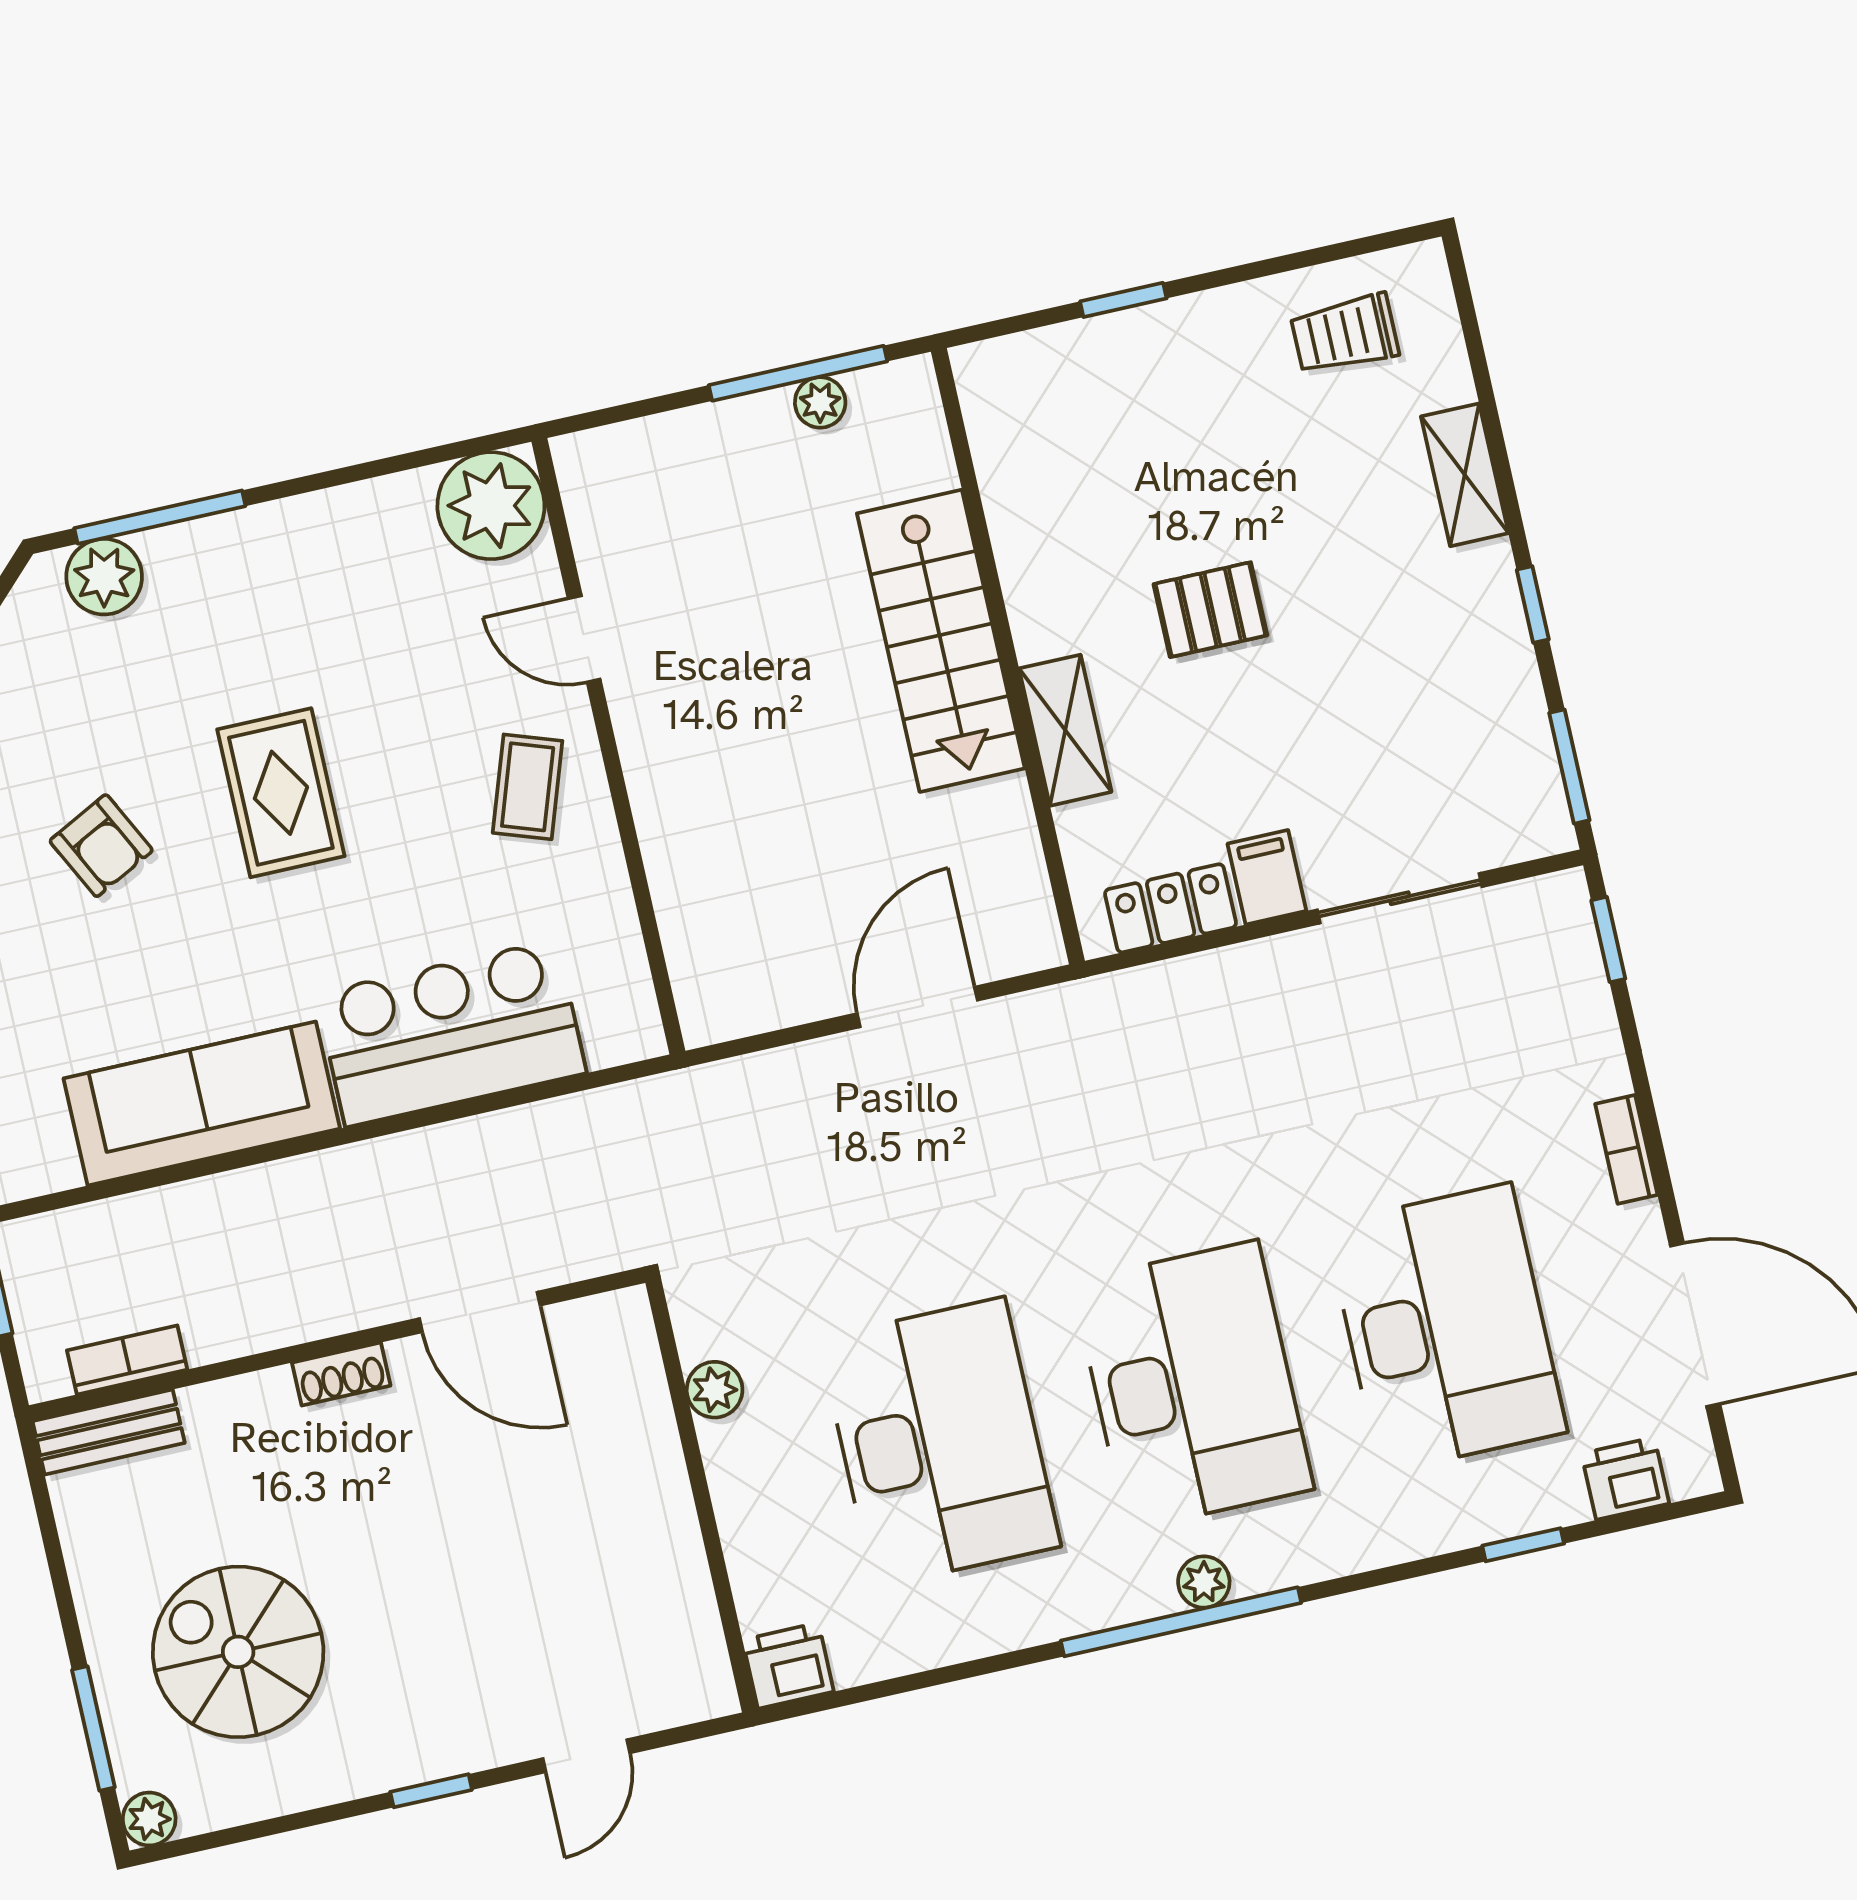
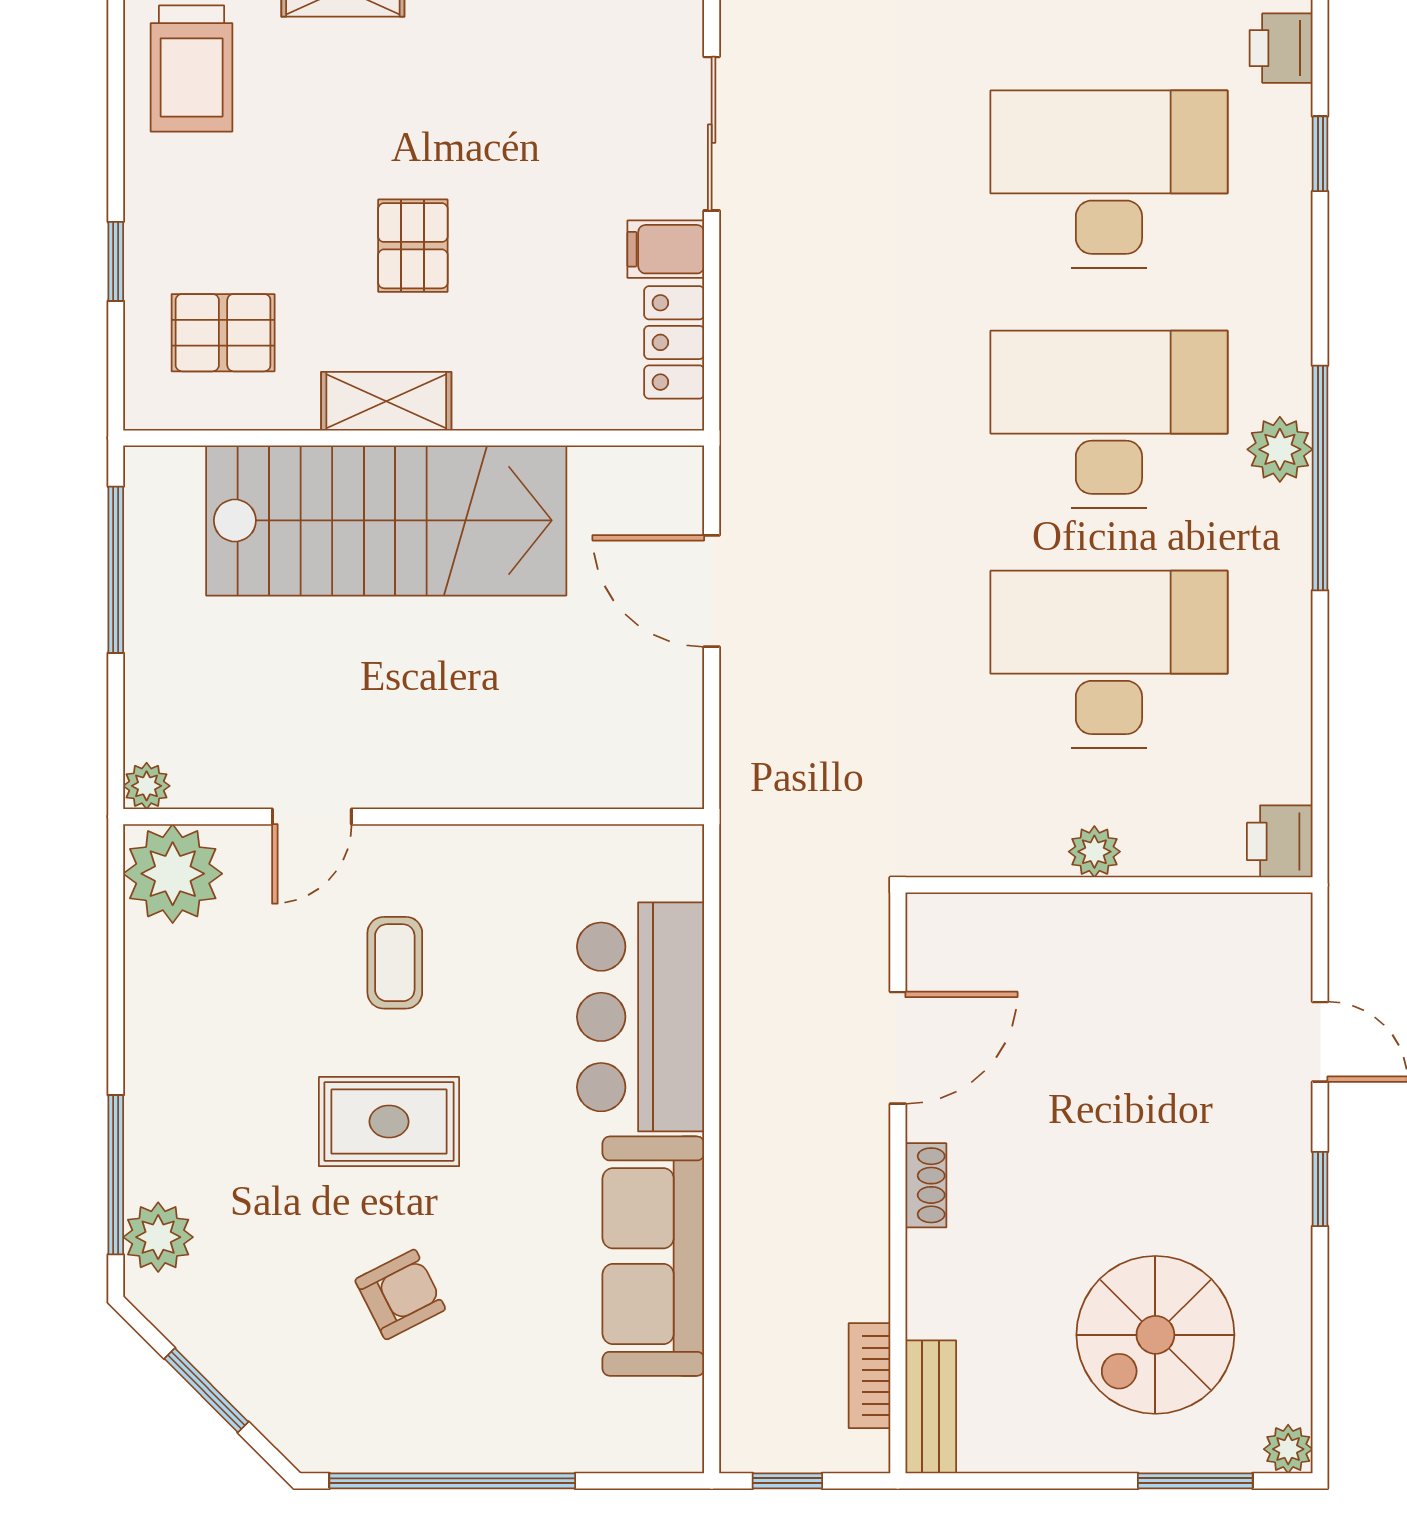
trolley: (1345, 334) -> (192, 69), width x1.36, depth x1.39
plant: (820, 402) -> (147, 786), moved
pallet: (1074, 430) -> (223, 333), added
stairs: (941, 641) -> (386, 520), width x1.36, depth x1.51
shelving: (1065, 730) -> (386, 401), moved
coffee table: (528, 787) -> (395, 963), moved, turned 71
plant: (715, 1390) -> (1094, 852), moved
plant: (1204, 1582) -> (1280, 449), width x1.38, depth x1.38

